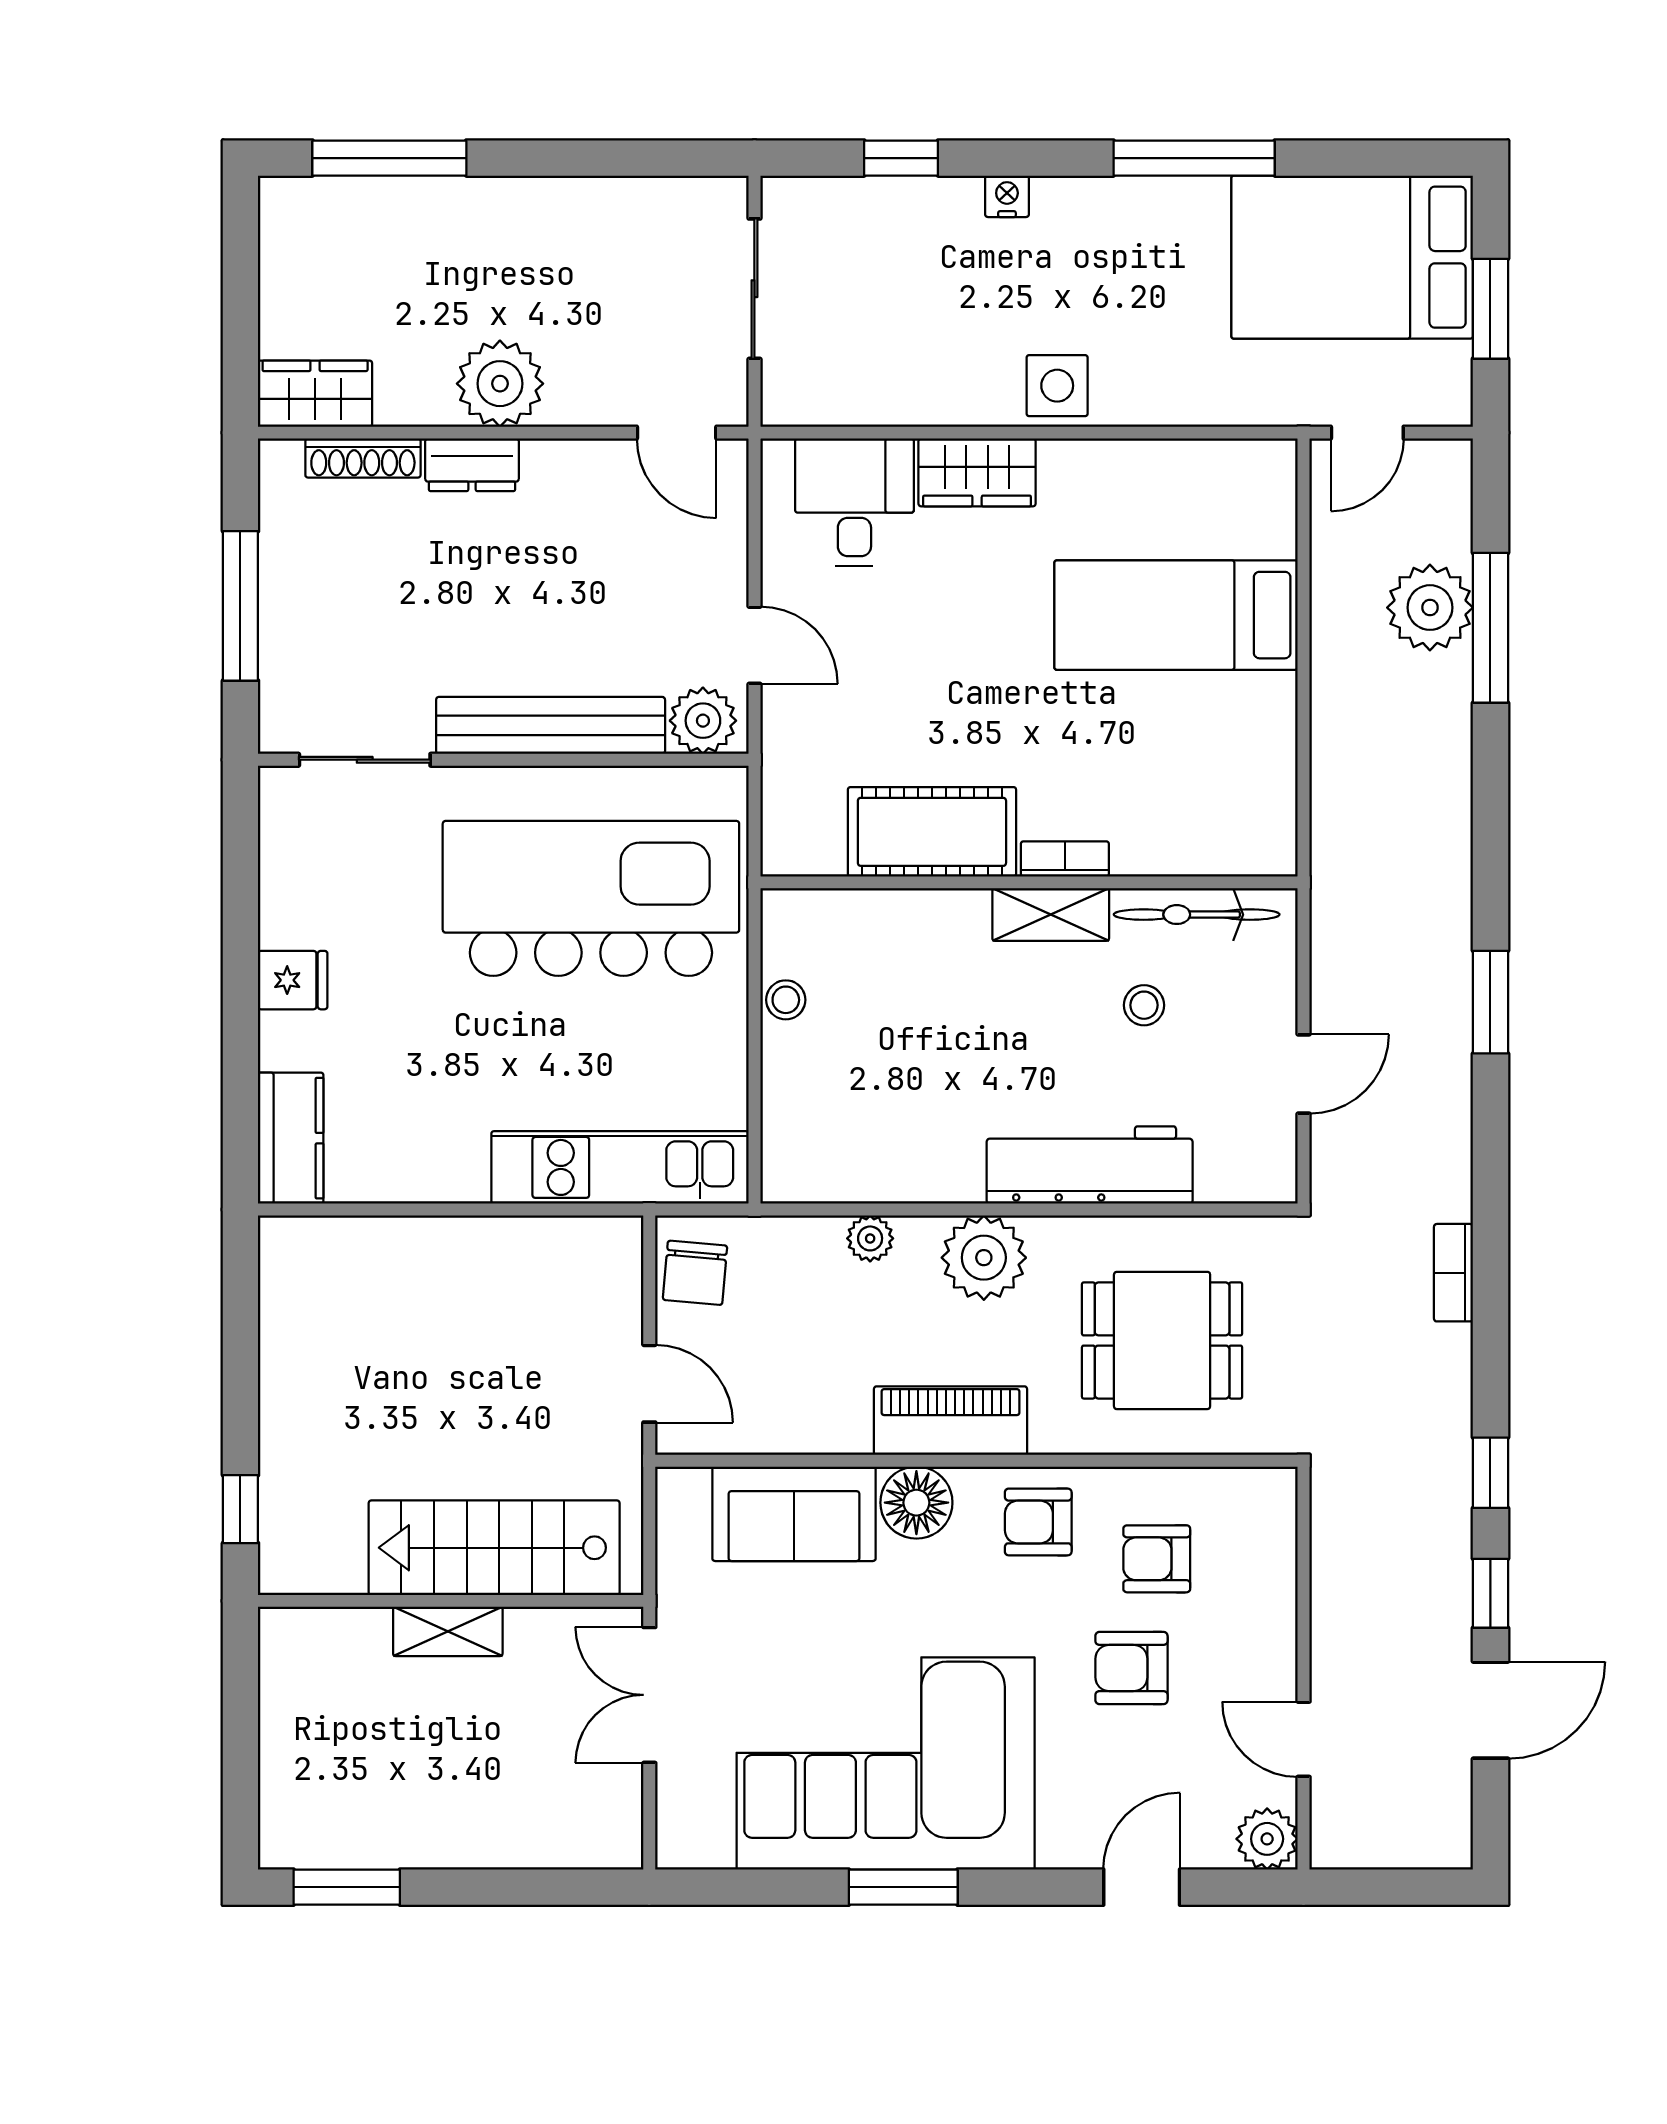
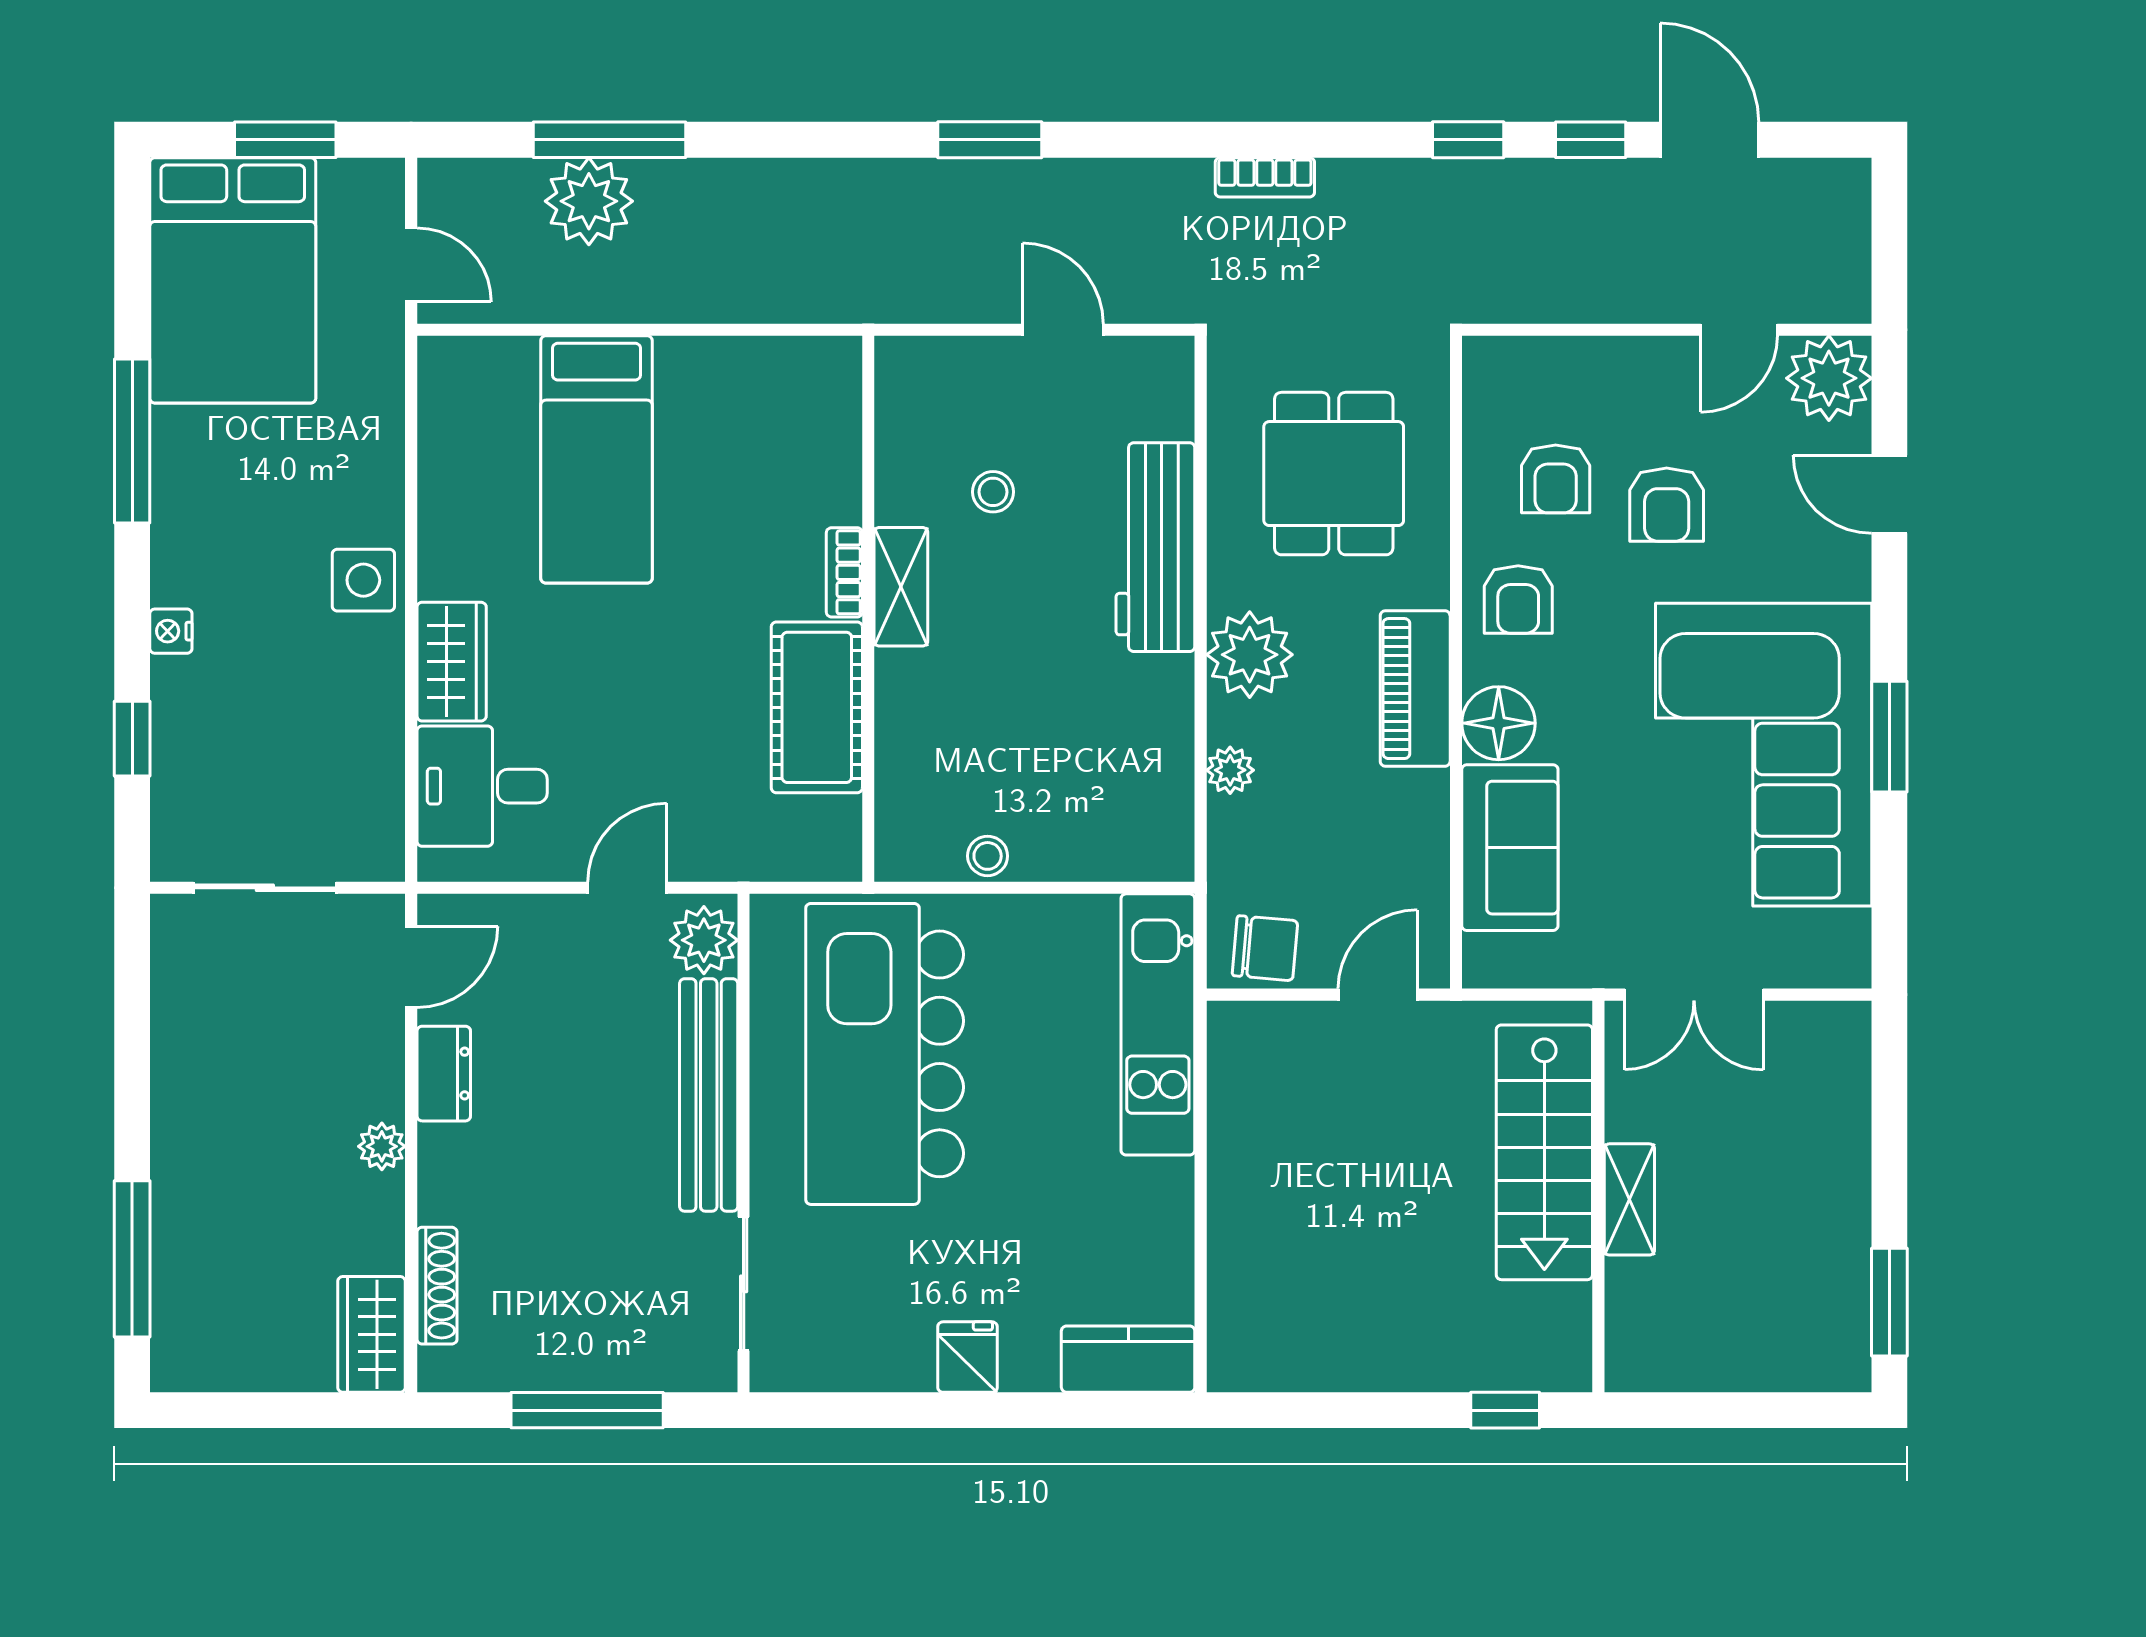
plant: (500, 384) -> (382, 1146), width x0.53, depth x0.53
dresser: (472, 465) -> (444, 1074), moved
bicycle: (1197, 915) -> (901, 438), removed
plant: (1267, 1839) -> (1829, 378), width x1.36, depth x1.36

